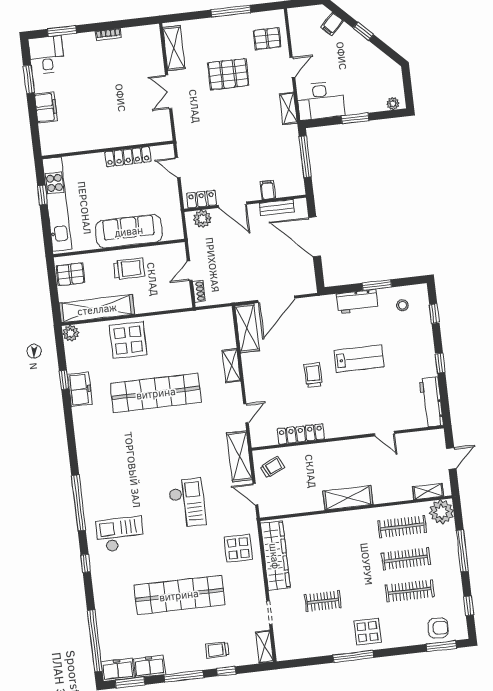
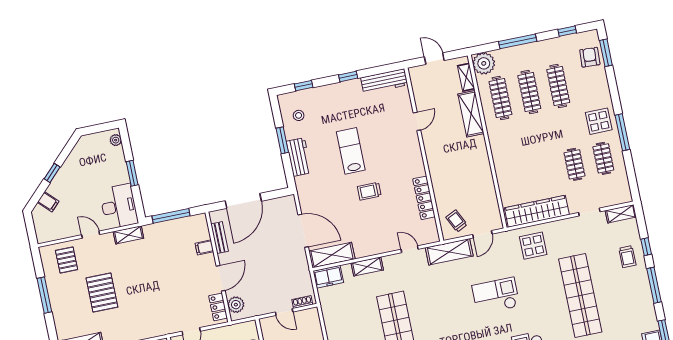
shelving: (348, 498) -> (471, 114), moved
clothes rail: (327, 633) -> (603, 158), added
freezer: (149, 667) -> (328, 277), moved, turned -90

